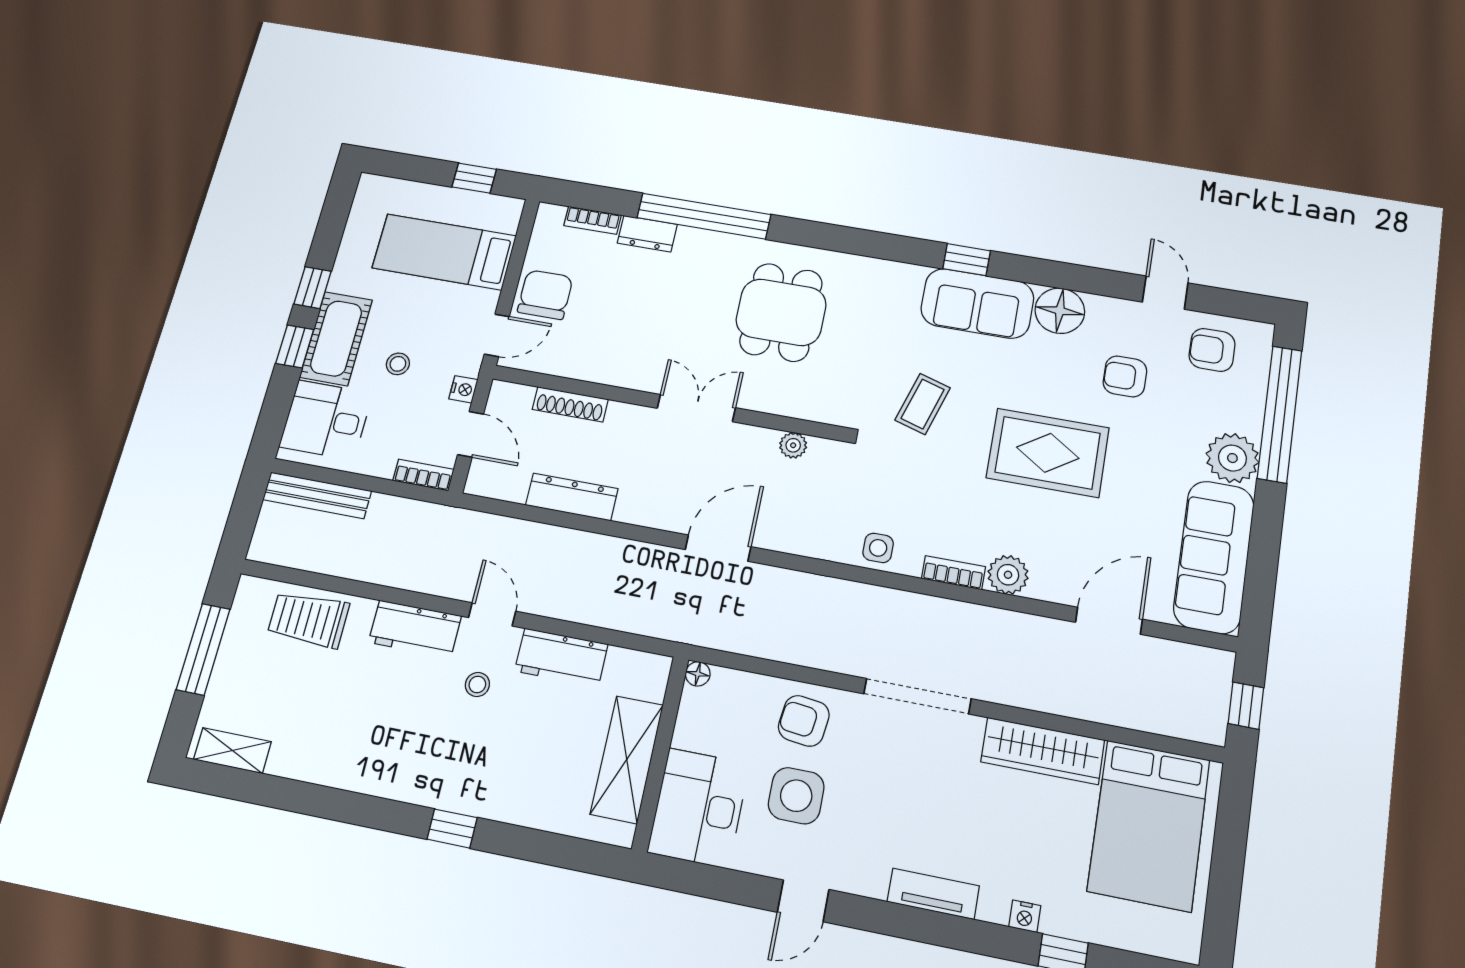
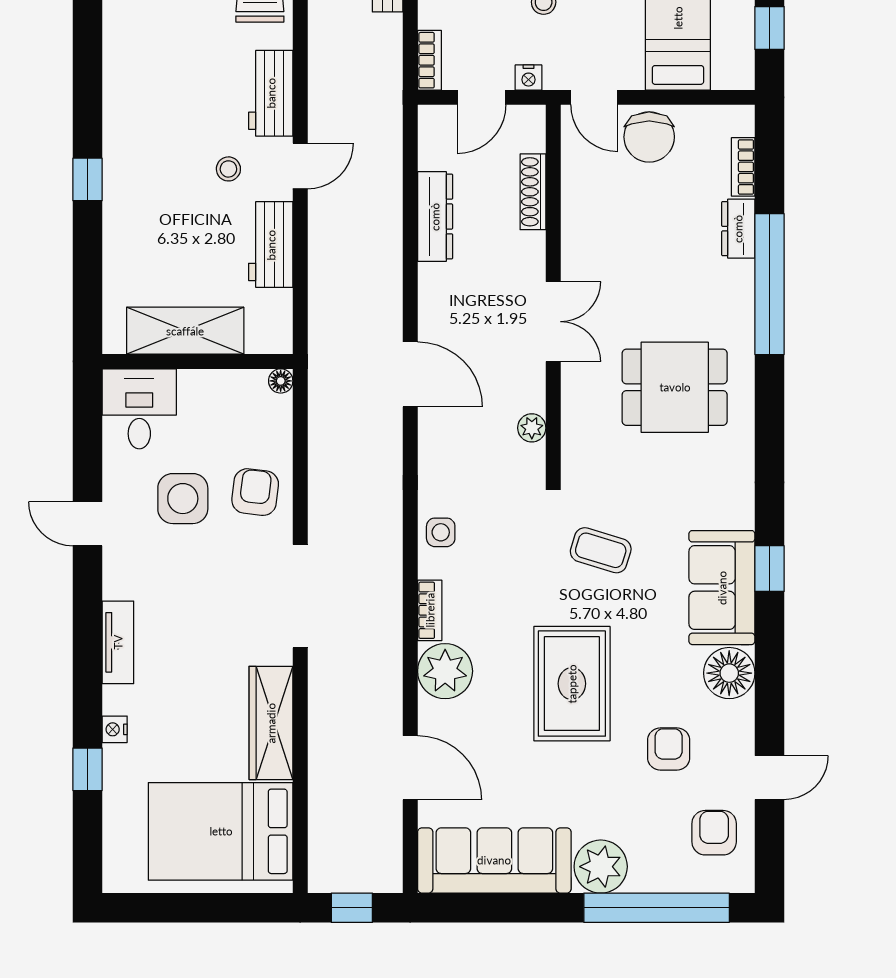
chair: (545, 295) -> (649, 137), turned 90
plant: (1008, 575) -> (445, 671), width x1.36, depth x1.36
desk: (699, 808) -> (139, 409), width x0.73

